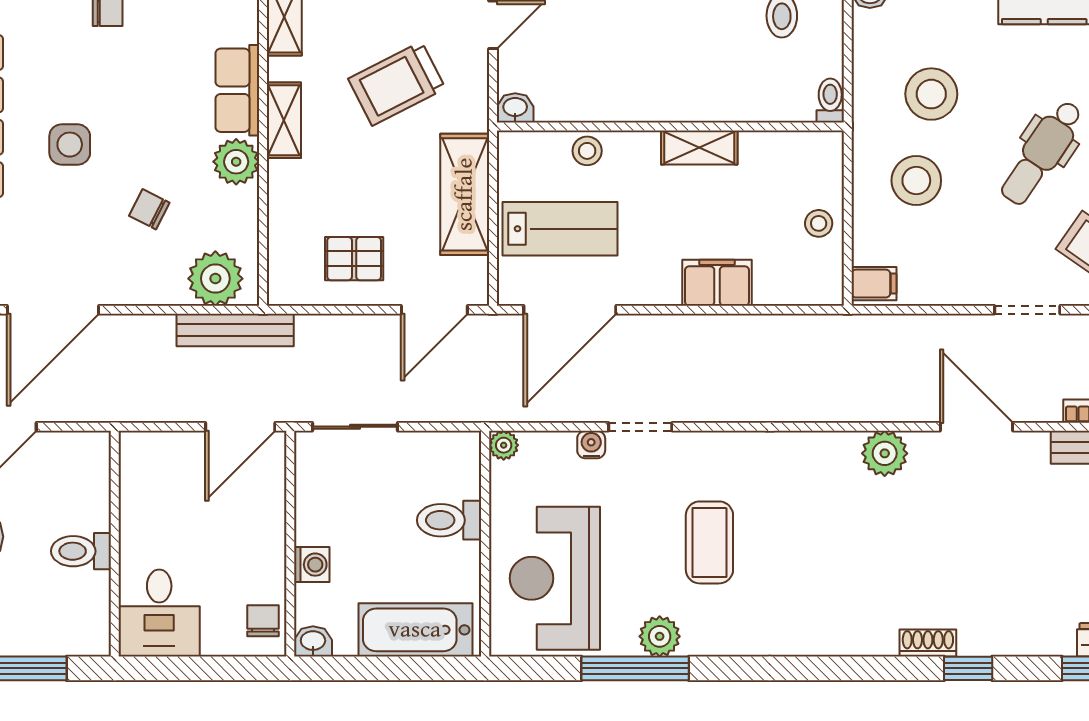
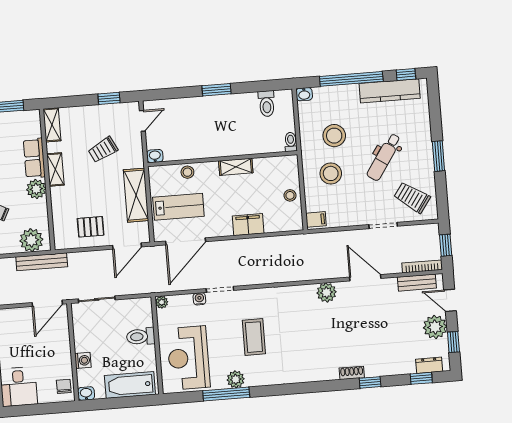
trolley: (397, 84) -> (103, 150), width x0.73, depth x0.72

